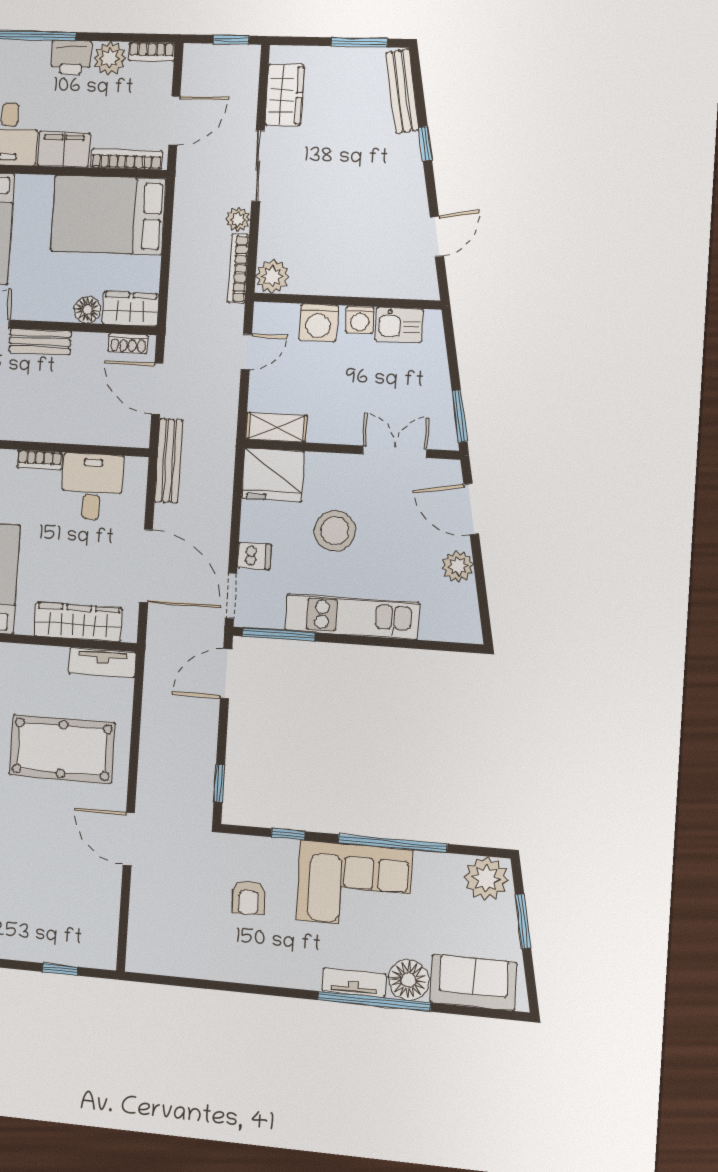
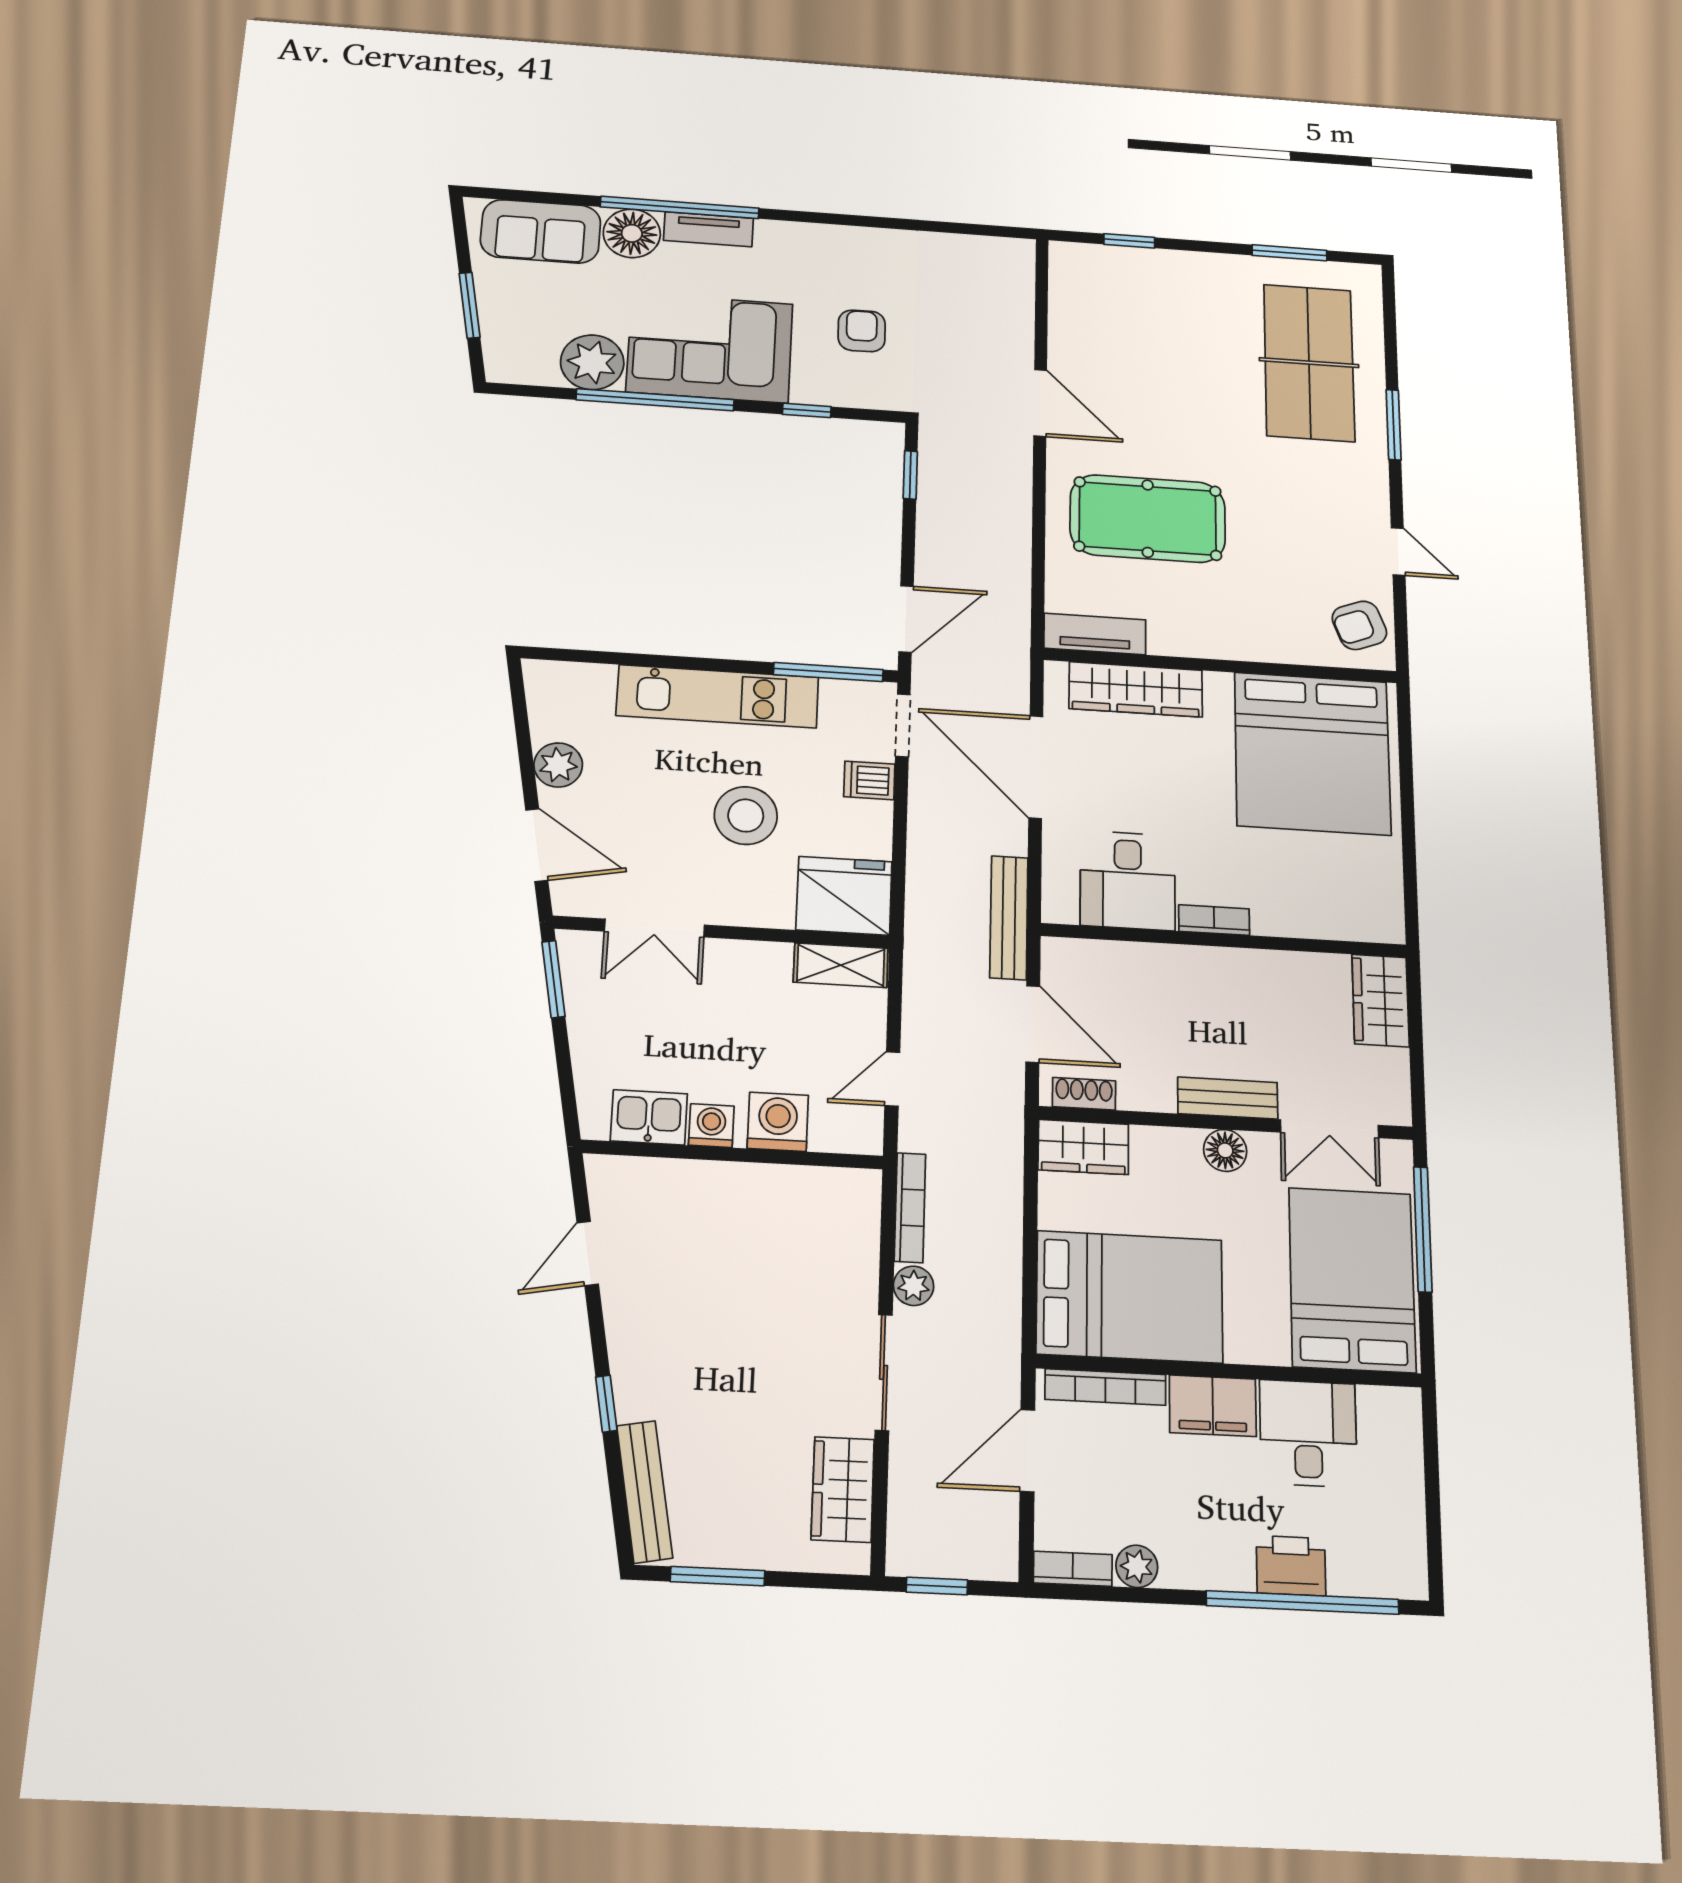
printer: (71, 57) -> (1291, 1566), moved
plant: (110, 58) -> (1137, 1566), width x0.73, depth x0.73
plant: (272, 276) -> (854, 1195), removed
floor lamp: (87, 310) -> (1225, 1150), moved
plant: (486, 878) -> (592, 362), moved

